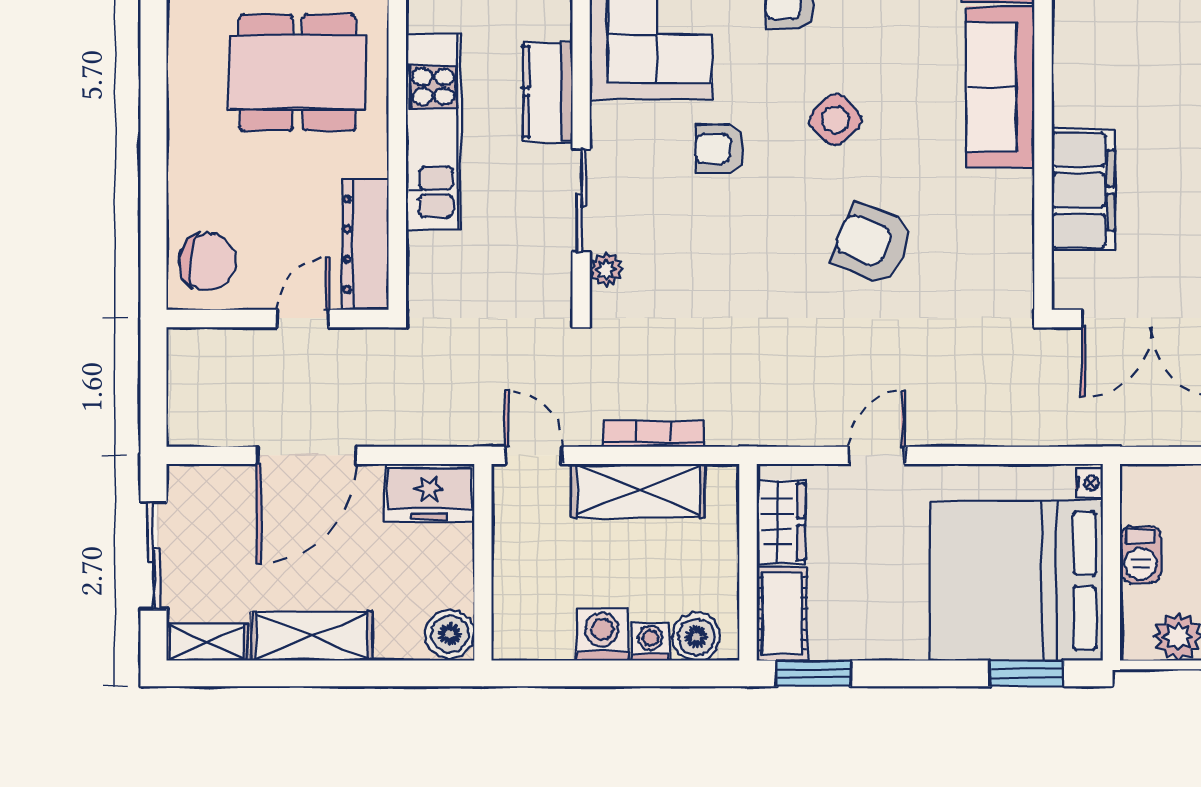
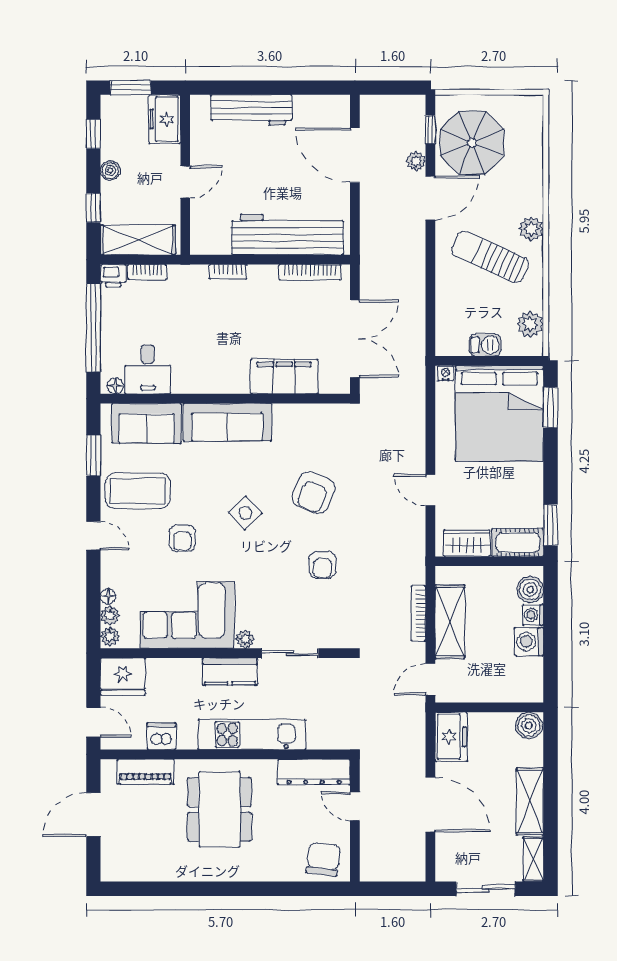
armchair: (720, 148) -> (323, 565), moved
plant: (606, 270) -> (245, 639), moved

